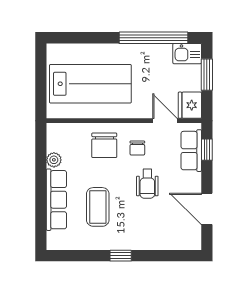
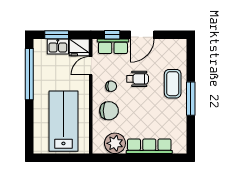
kitchen sink: (187, 54) -> (58, 46), moved, turned 90
plant: (54, 160) -> (115, 143), width x1.88, depth x1.88
coffee table: (98, 207) -> (173, 84), moved, turned 90
door: (207, 209) -> (142, 35), moved
window: (121, 256) -> (191, 99), width x2.17

